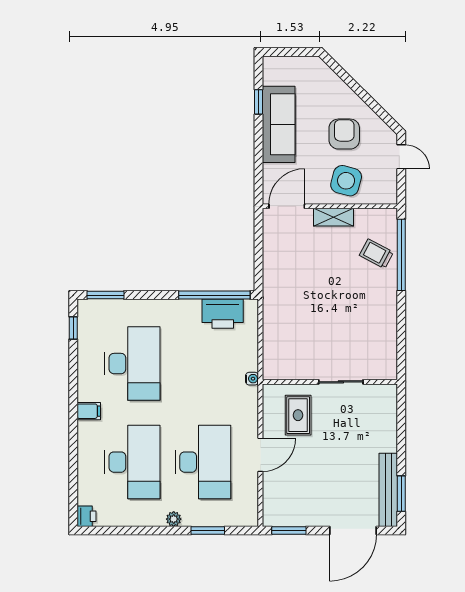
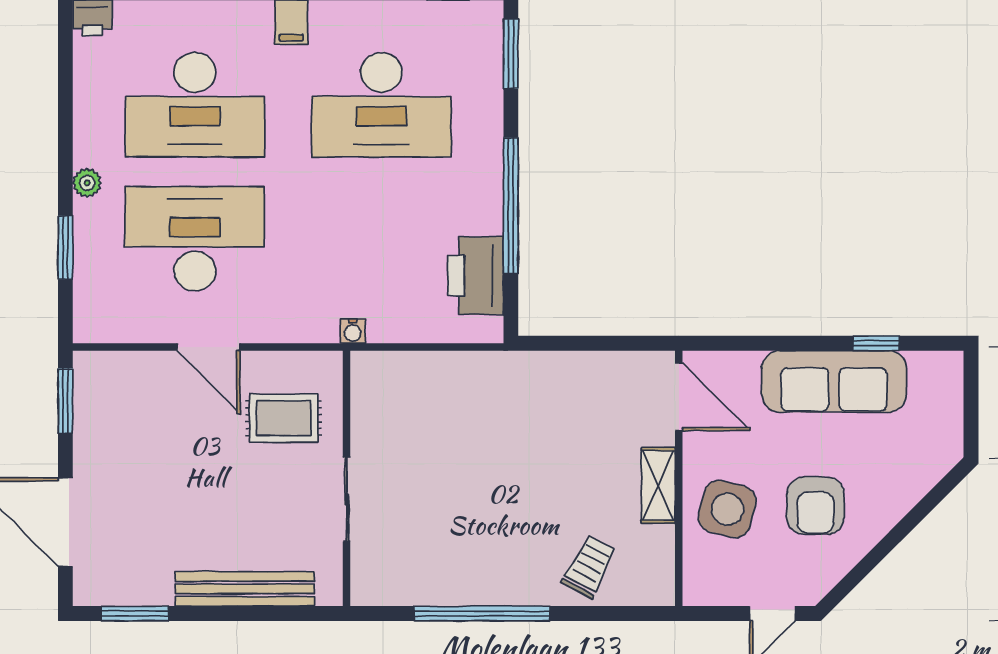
armchair: (344, 134) -> (816, 506), turned 90
window: (401, 255) -> (482, 613), moved
window: (214, 295) -> (511, 206), moved
desk: (203, 462) -> (195, 239), turned 180
bench: (388, 490) -> (245, 589), moved

